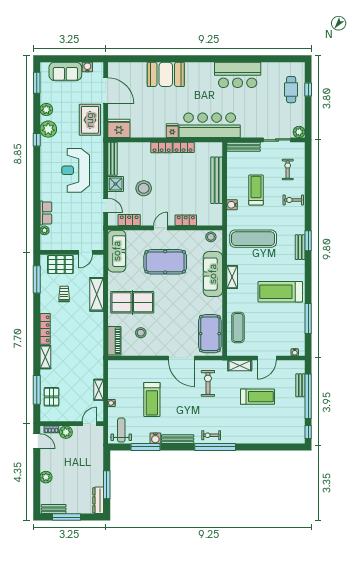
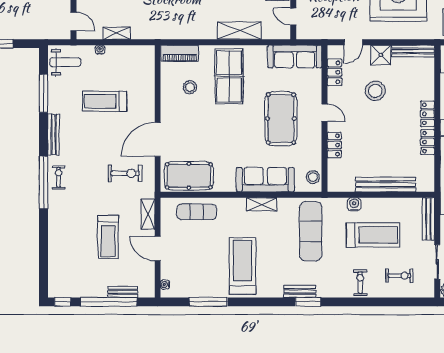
treadmill: (256, 190) -> (373, 235), width x1.37, depth x1.38
water cooler: (155, 438) -> (55, 106), removed

